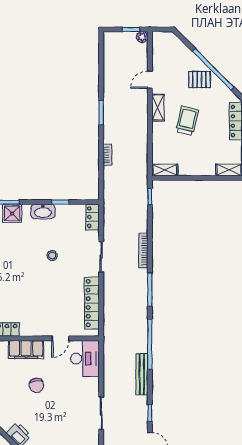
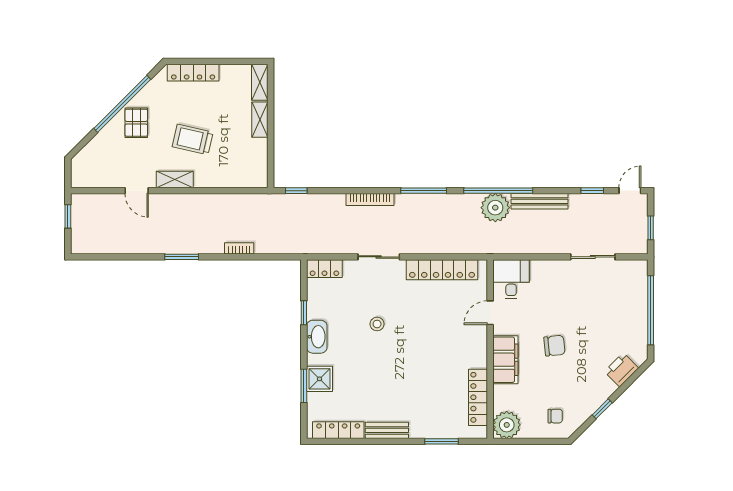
plant: (142, 37) -> (495, 208), moved, width x1.87, depth x1.87
shelving: (165, 170) -> (260, 120), moved
door: (60, 338) -> (490, 313), swing flipped
desk: (85, 359) -> (511, 279), width x0.73

